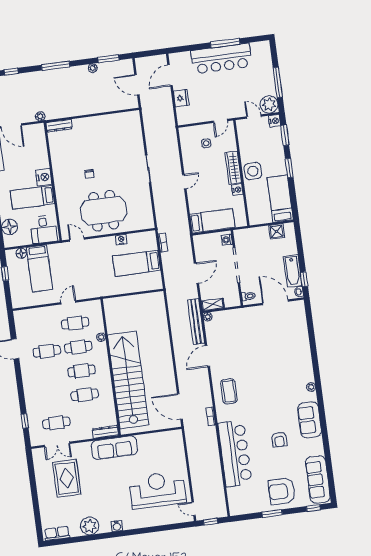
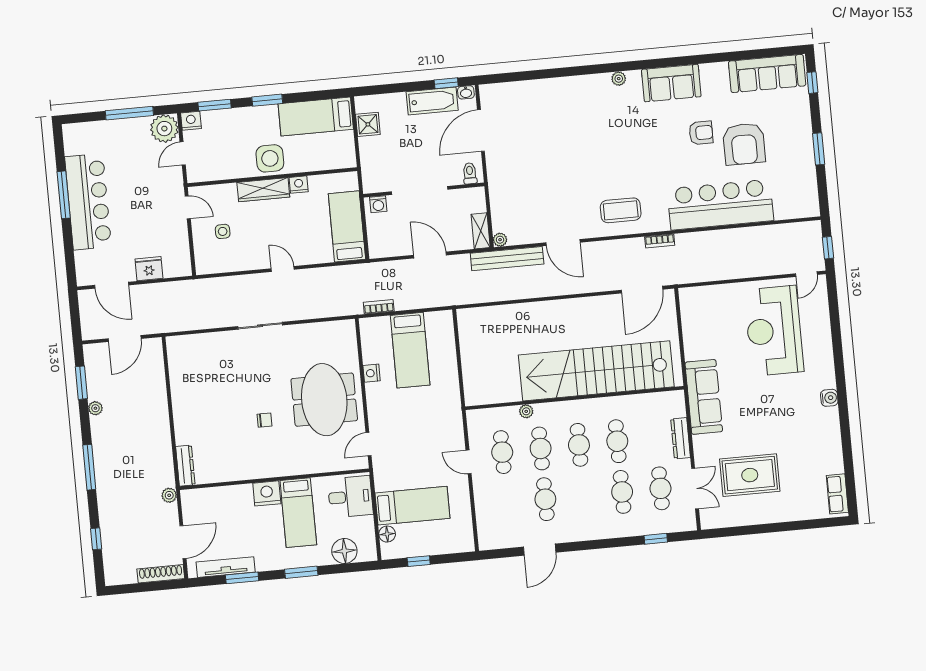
cafe table: (53, 399) -> (622, 492), added
dresser: (105, 432) -> (681, 438), moved
armchair: (282, 491) -> (744, 144), moved
plant: (90, 526) -> (827, 441), removed

